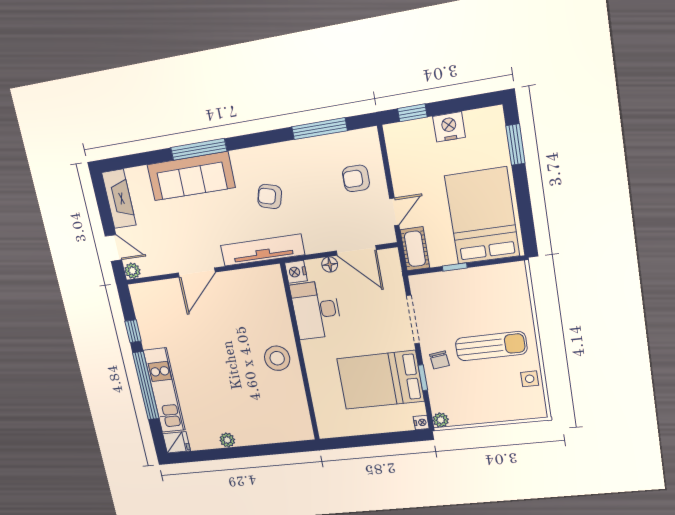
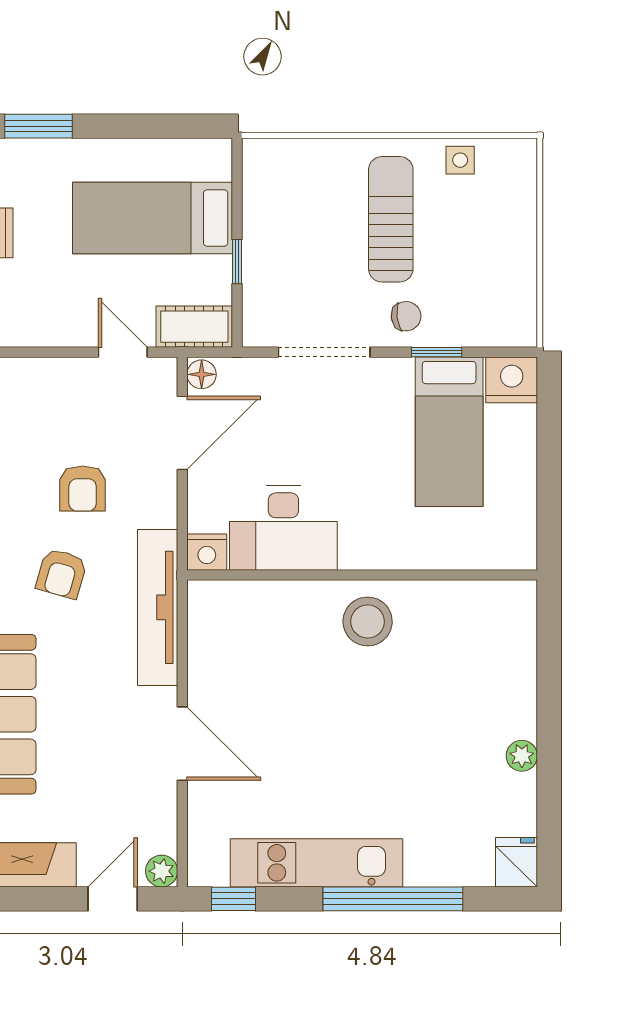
armchair: (356, 178) -> (83, 489), moved
bed: (482, 216) -> (152, 218), width x0.67
floor lamp: (330, 264) -> (202, 374), moved
window: (133, 331) -> (234, 899), moved
bed: (380, 380) -> (449, 432), width x0.67
kitchen unit: (164, 390) -> (316, 863), moved
plant: (441, 420) -> (523, 333), removed
nightstand: (421, 422) -> (512, 380), width x1.89, depth x1.79

